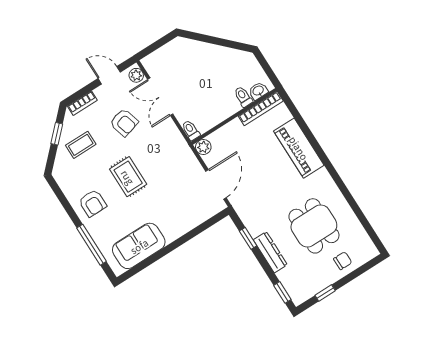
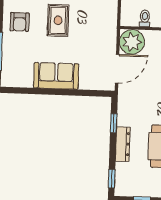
toilet: (191, 130) -> (145, 18), moved
plant: (203, 147) -> (132, 42), width x1.87, depth x1.87
sofa: (139, 246) -> (56, 76), moved

